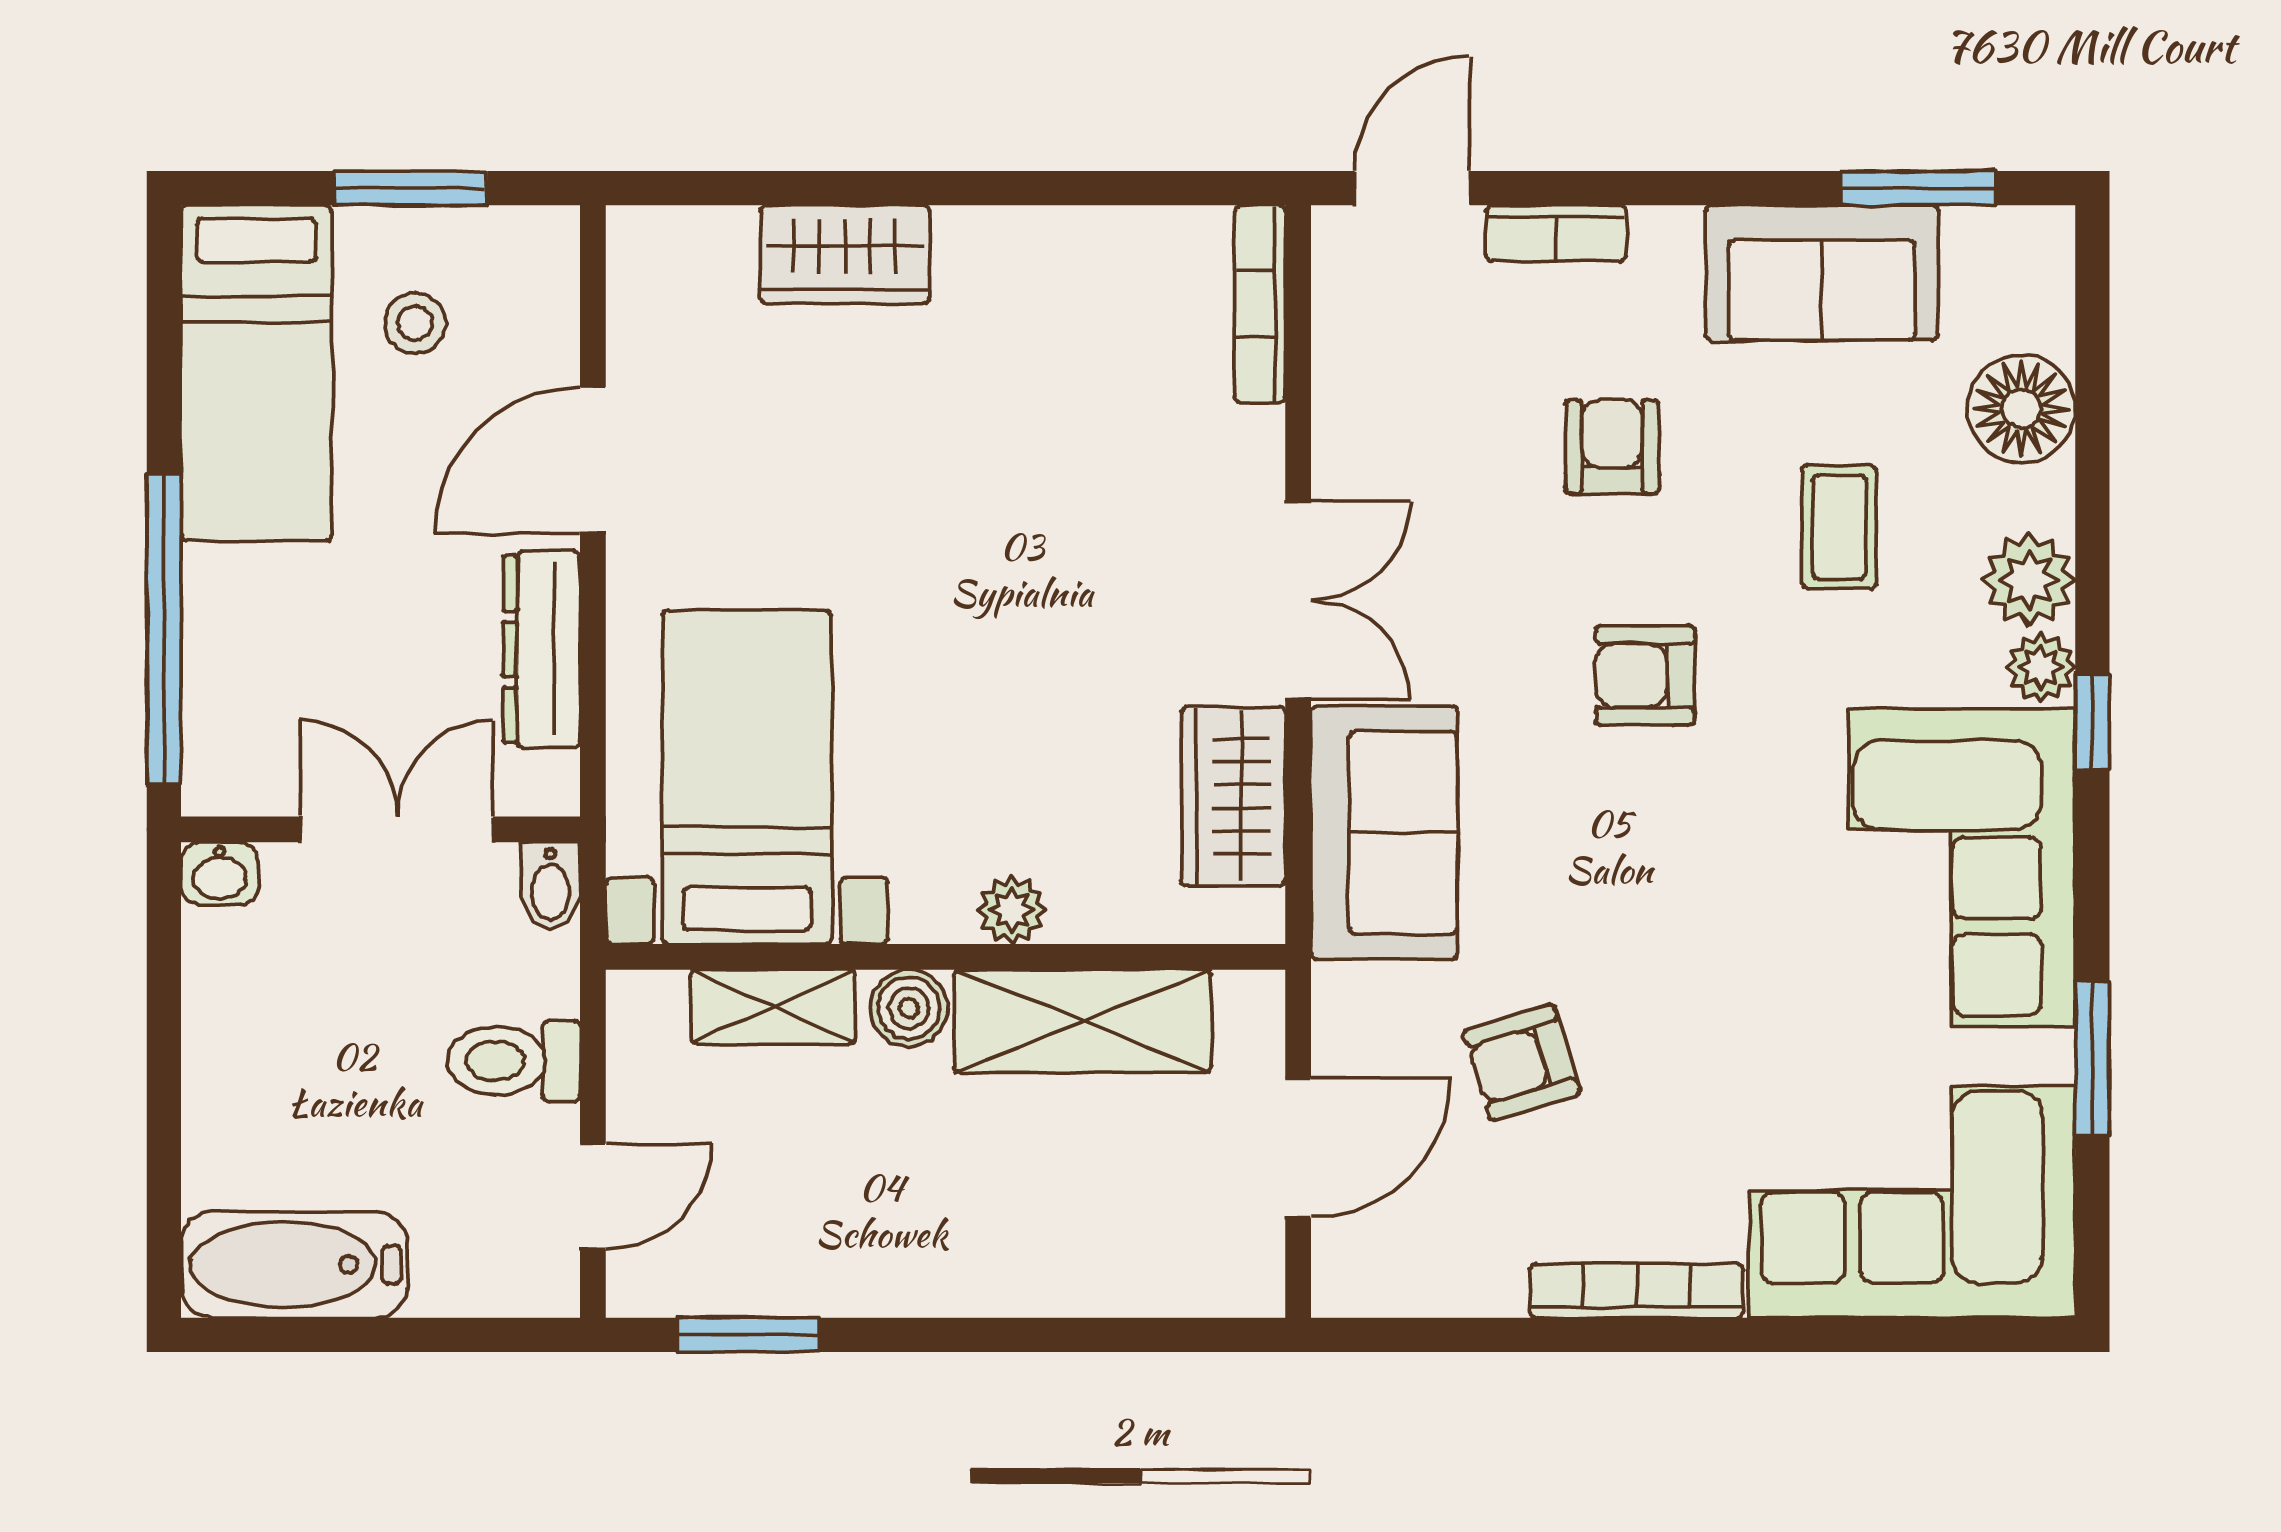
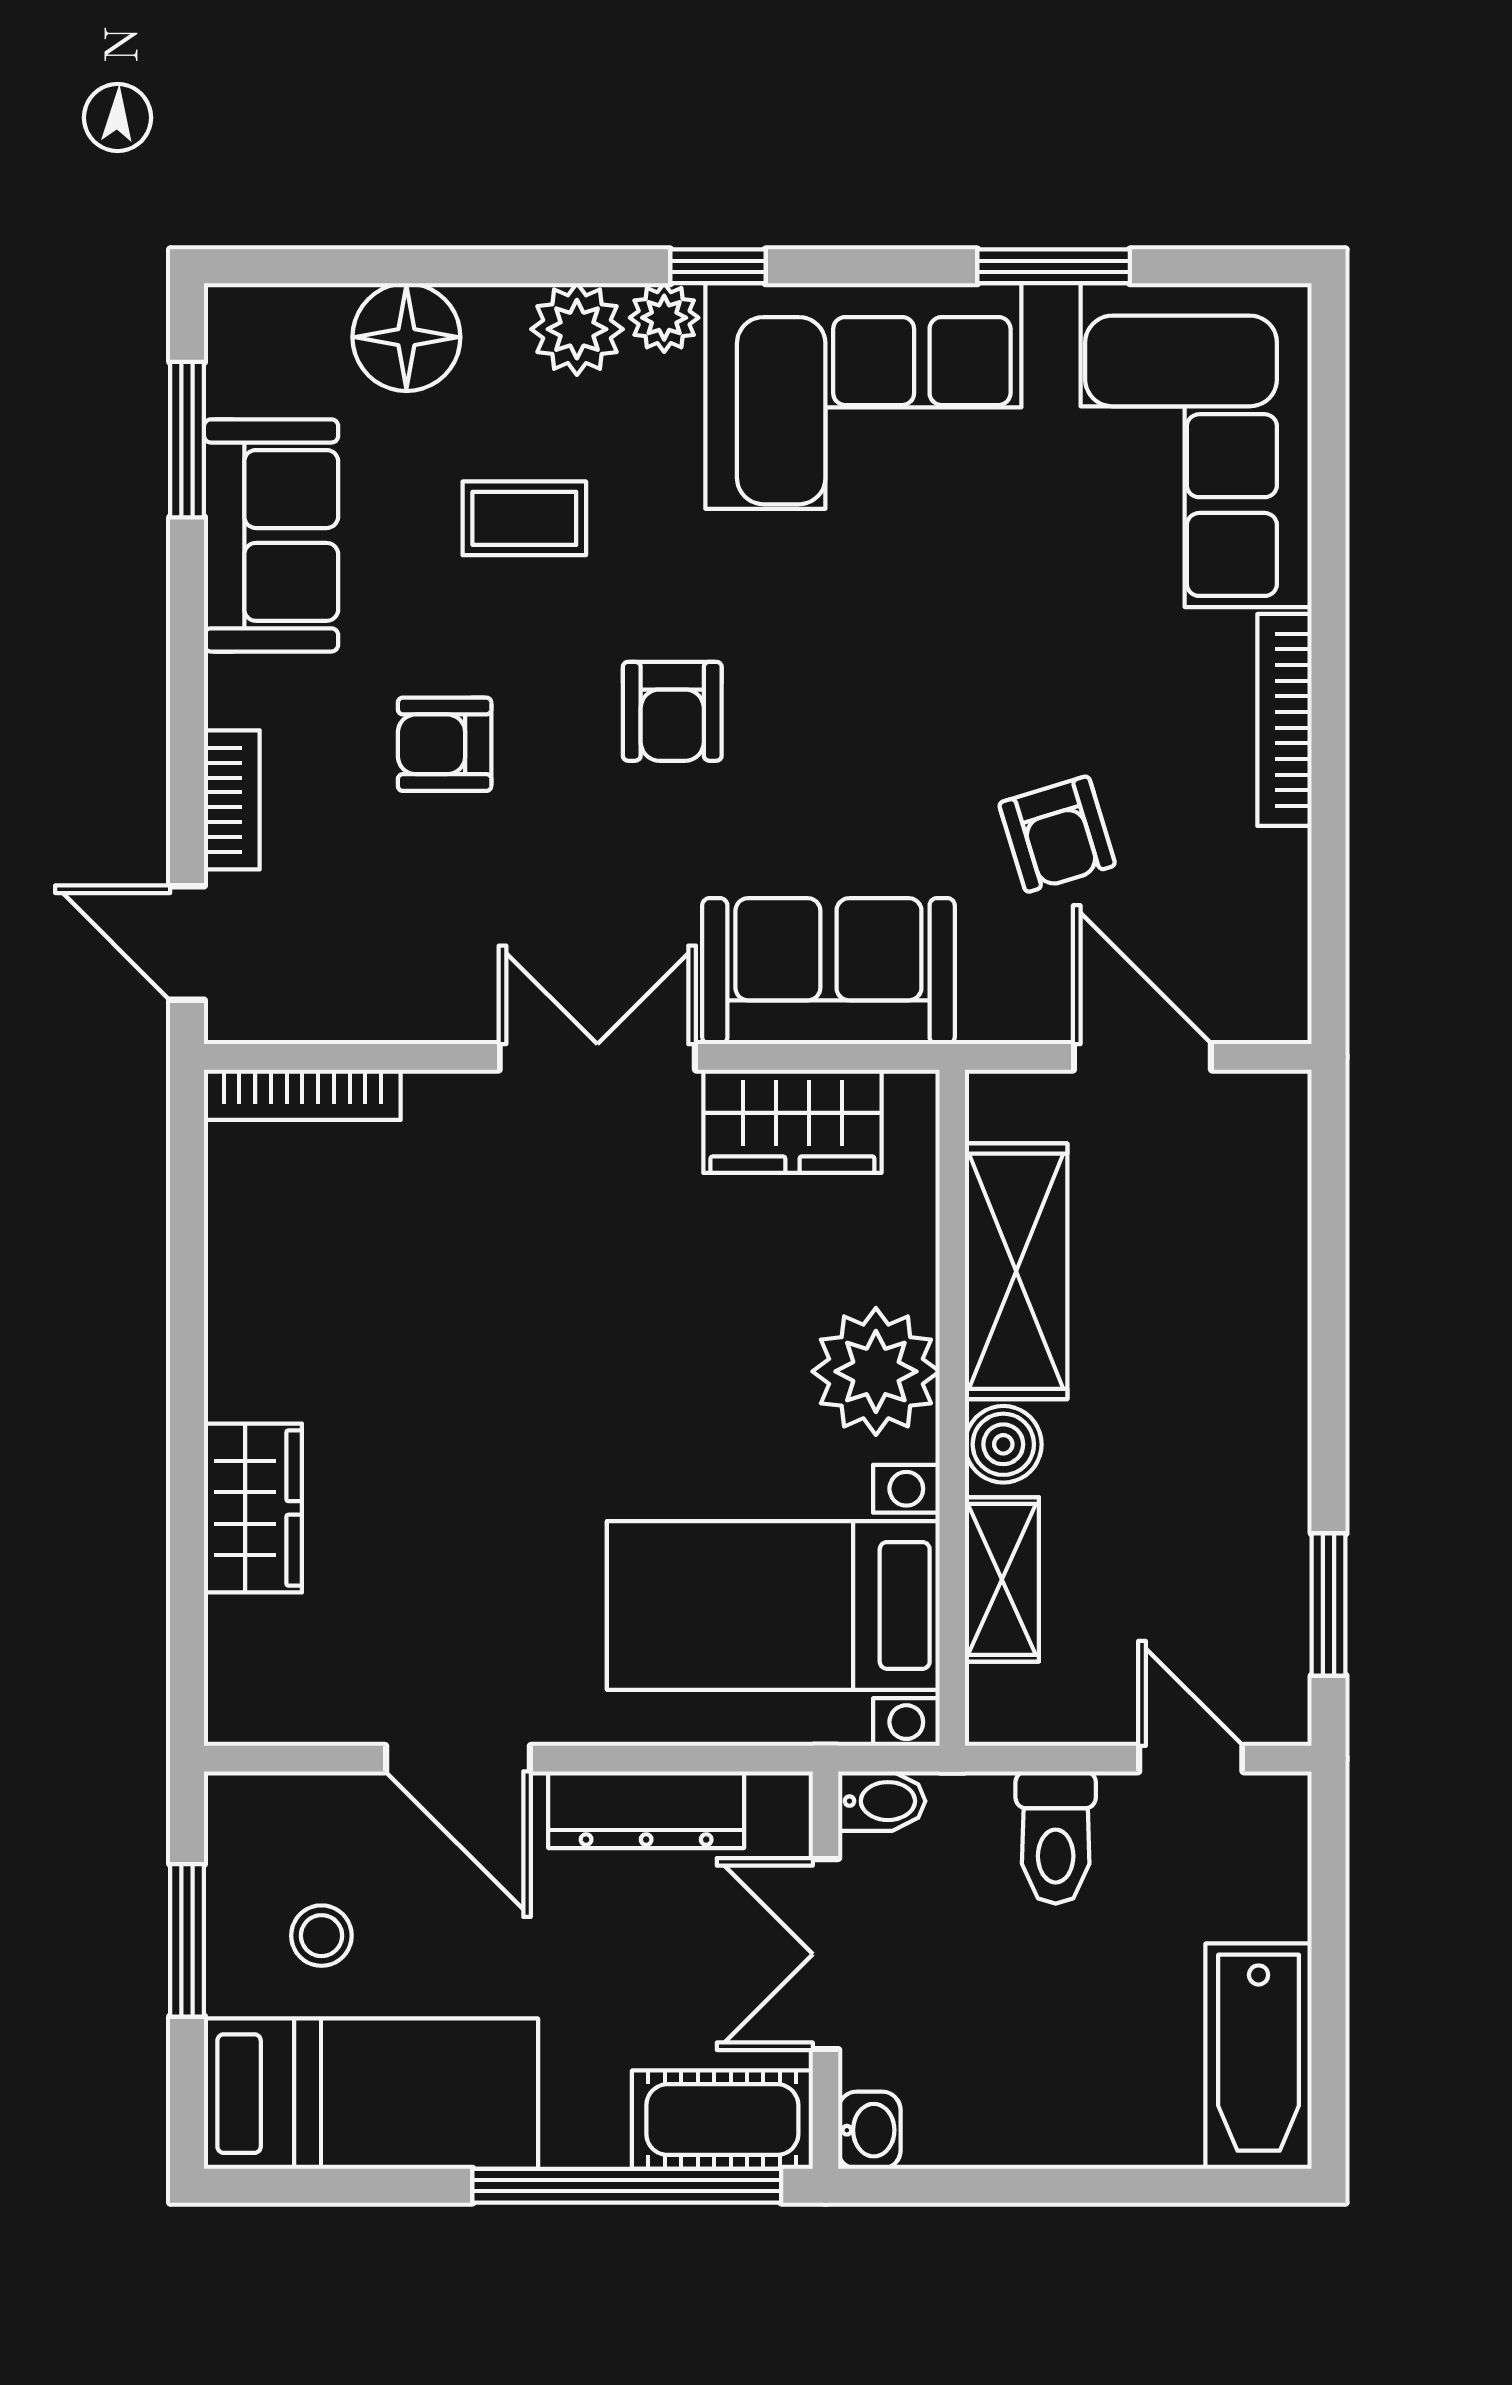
cot: (230, 726) -> (722, 2120), added
plant: (1012, 910) -> (876, 1371), width x1.87, depth x1.87

